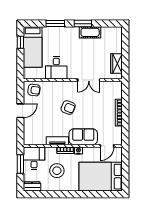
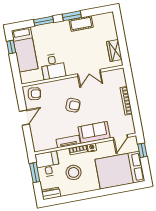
window: (125, 162) -> (142, 150), added

